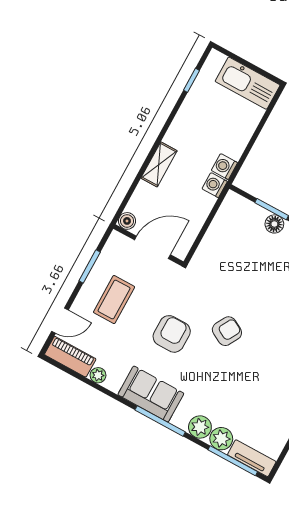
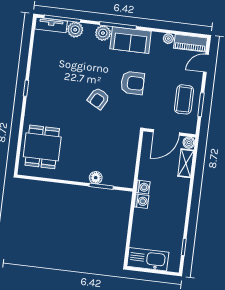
shelving: (159, 164) -> (186, 163), moved
coffee table: (114, 300) -> (184, 99), moved
armchair: (172, 334) -> (133, 83), turned -90
plant: (200, 427) -> (103, 33), moved

